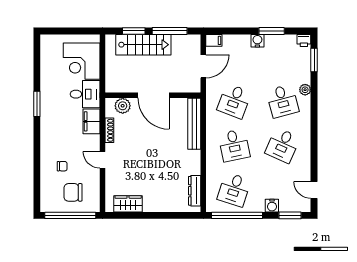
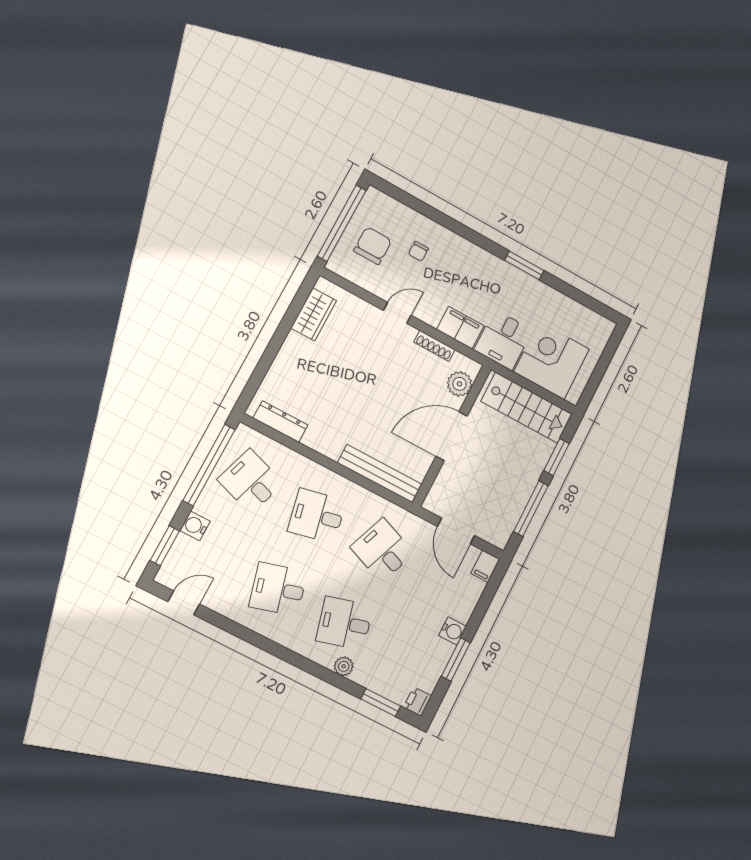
stairs: (143, 45) -> (527, 408), moved, turned -90
desk: (283, 145) -> (278, 589), turned -39

